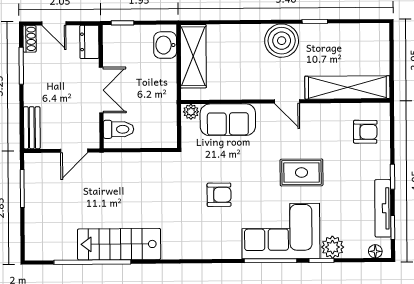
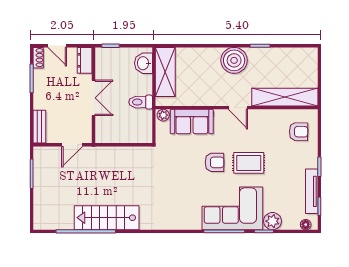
toilet: (118, 129) -> (141, 102), moved, turned 180
armchair: (219, 195) -> (215, 162), moved

